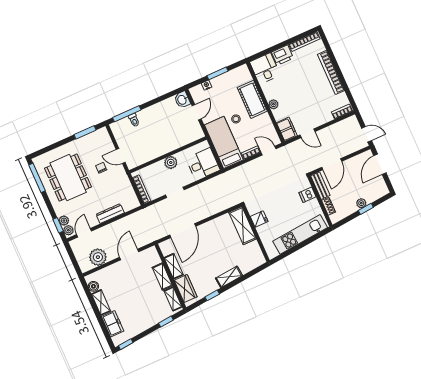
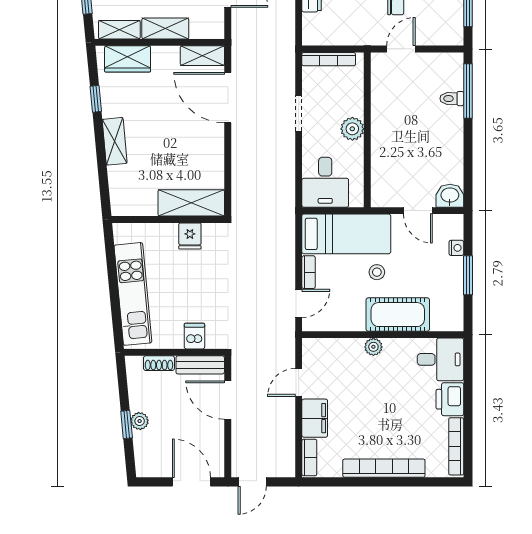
filing cabinet: (287, 129) -> (315, 418), moved, turned -90
shelving: (174, 266) -> (202, 56), moved

